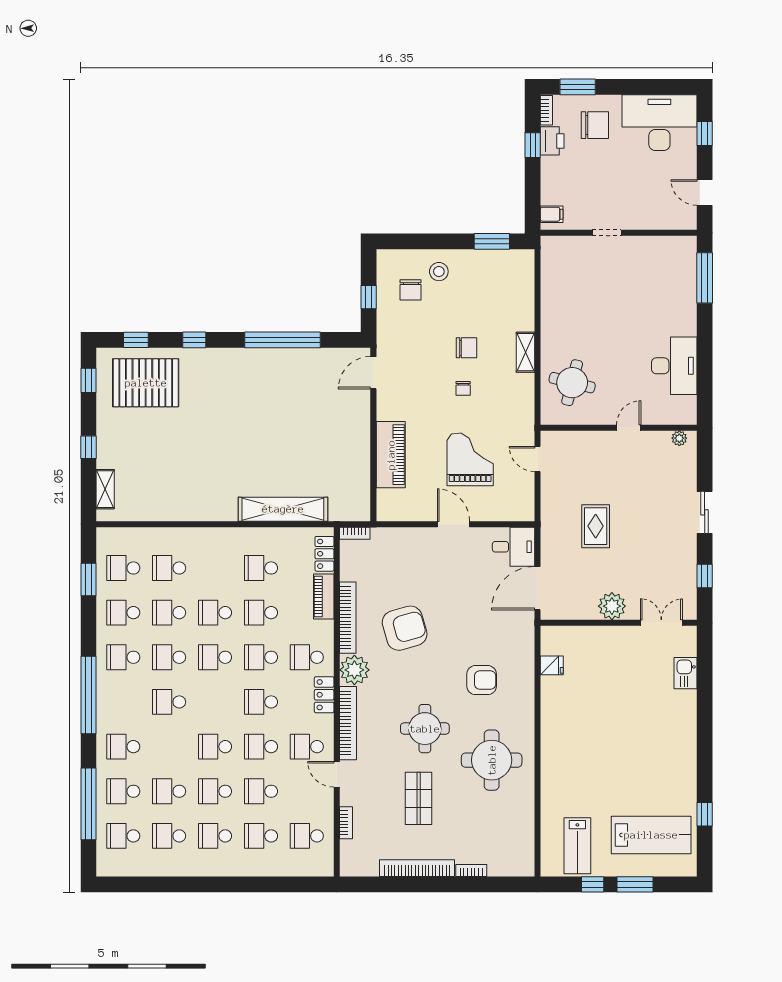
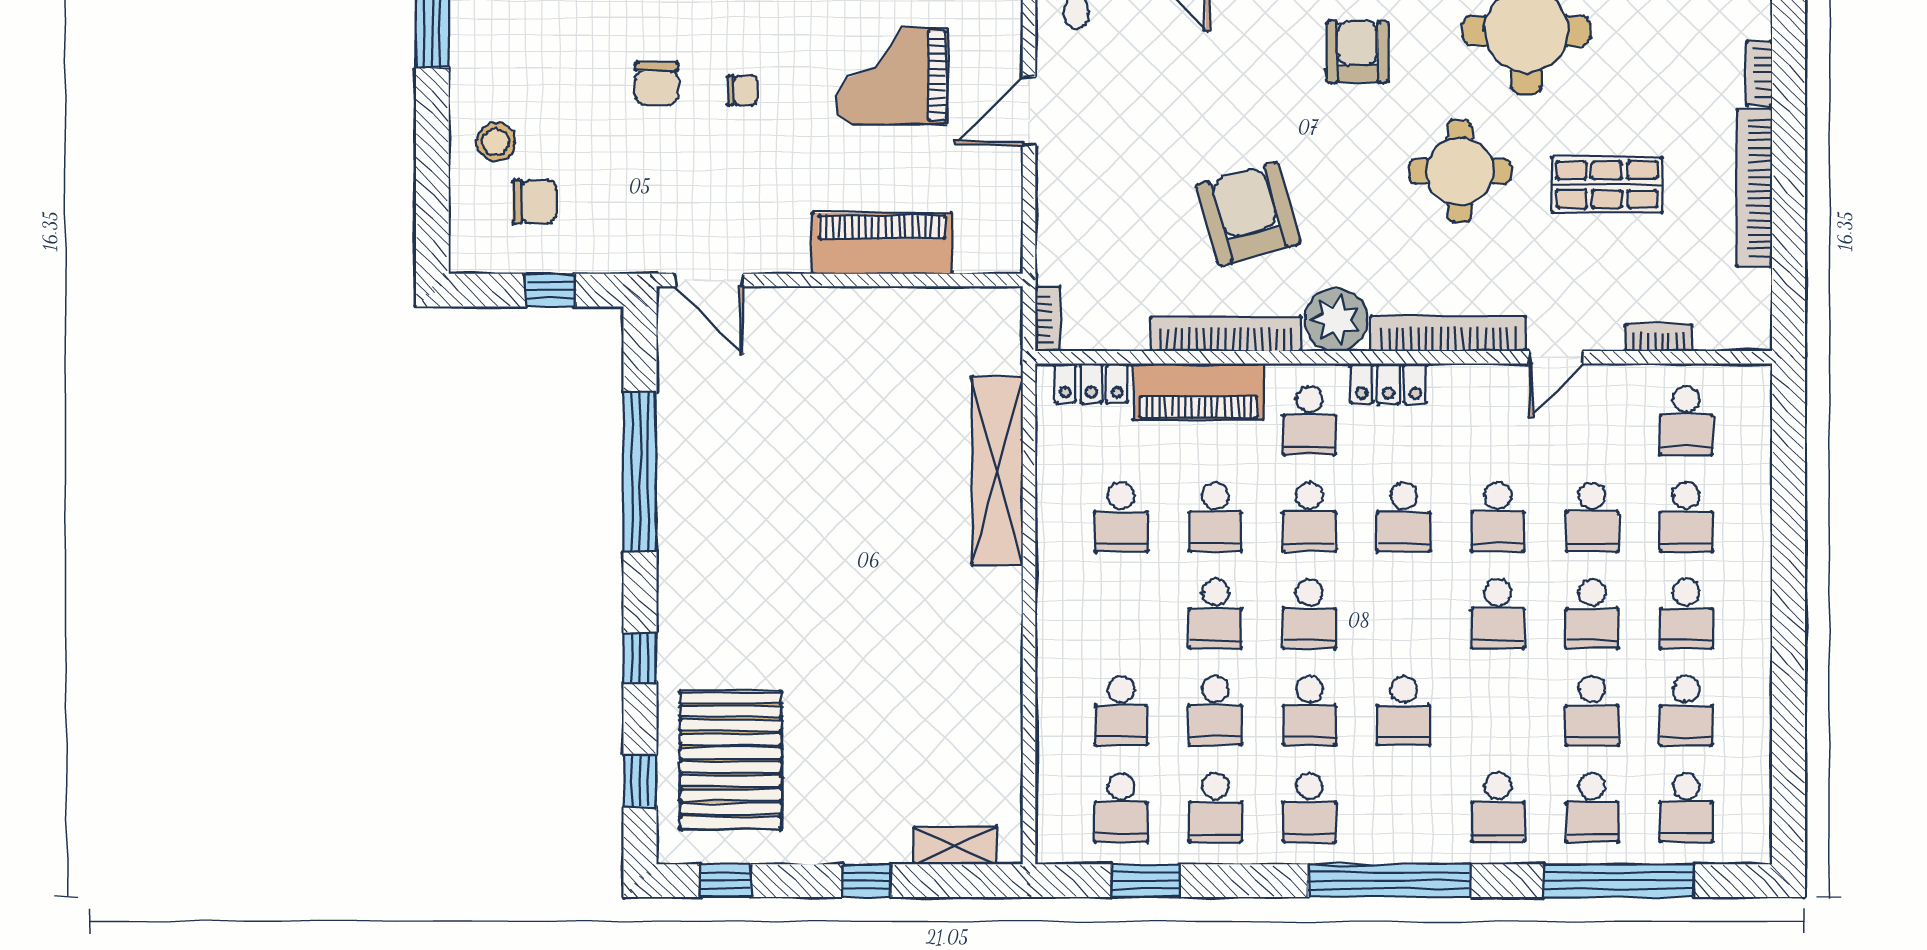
chair: (467, 348) -> (657, 83), turned 180
piano: (324, 596) -> (1199, 392), width x1.37, depth x1.33
school desk: (307, 747) -> (1498, 420), removed

